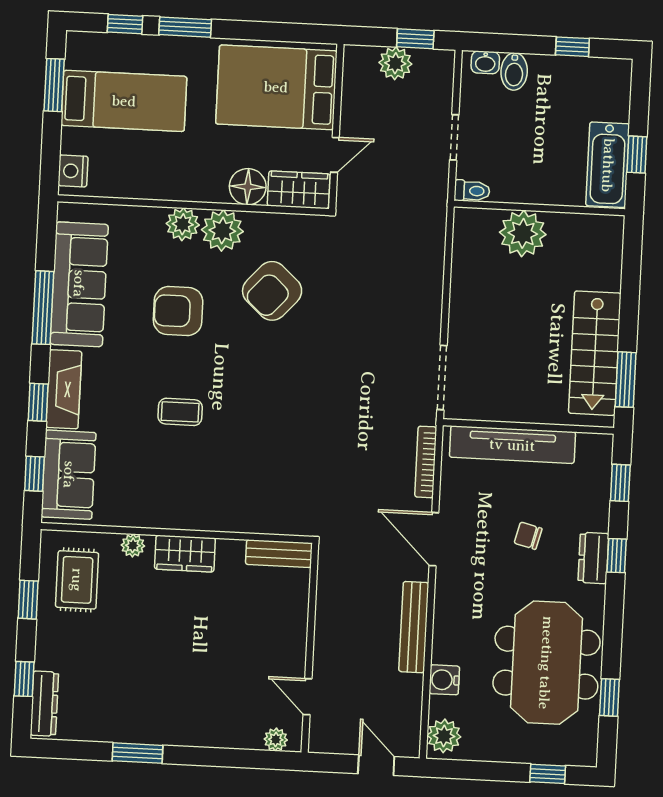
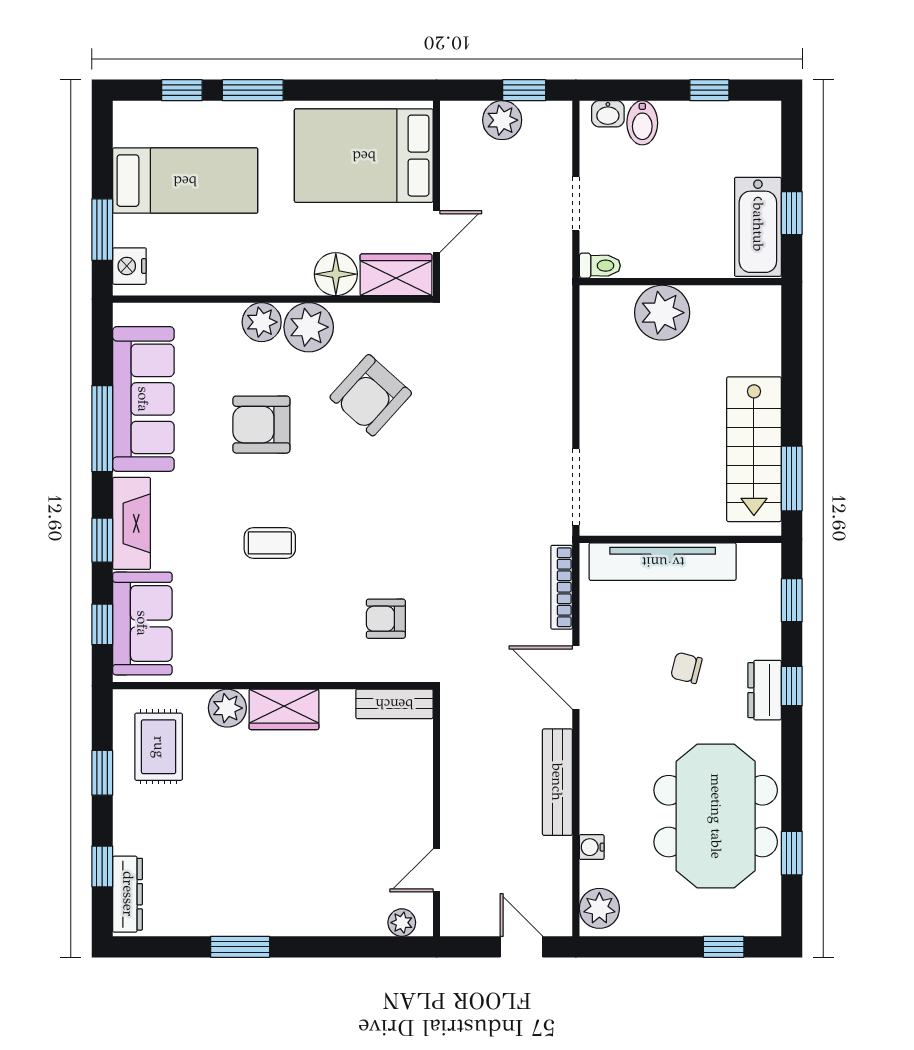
window: (54, 85) -> (102, 230), moved
armchair: (275, 481) -> (386, 619), added
plant: (133, 545) -> (227, 708), width x1.38, depth x1.38
water cooler: (444, 680) -> (592, 847), width x0.72, depth x0.72
door: (307, 697) -> (437, 870), hinge flipped

